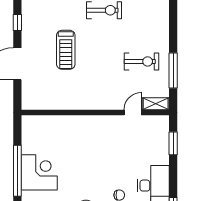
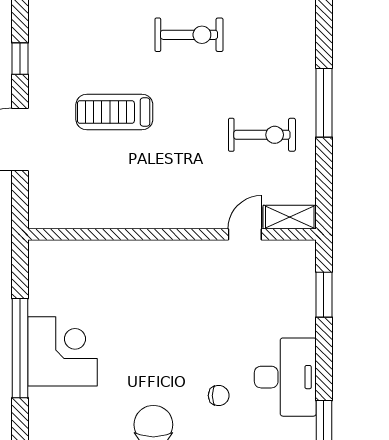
treadmill: (66, 50) -> (114, 112), turned 90
window: (173, 71) -> (324, 103), moved

